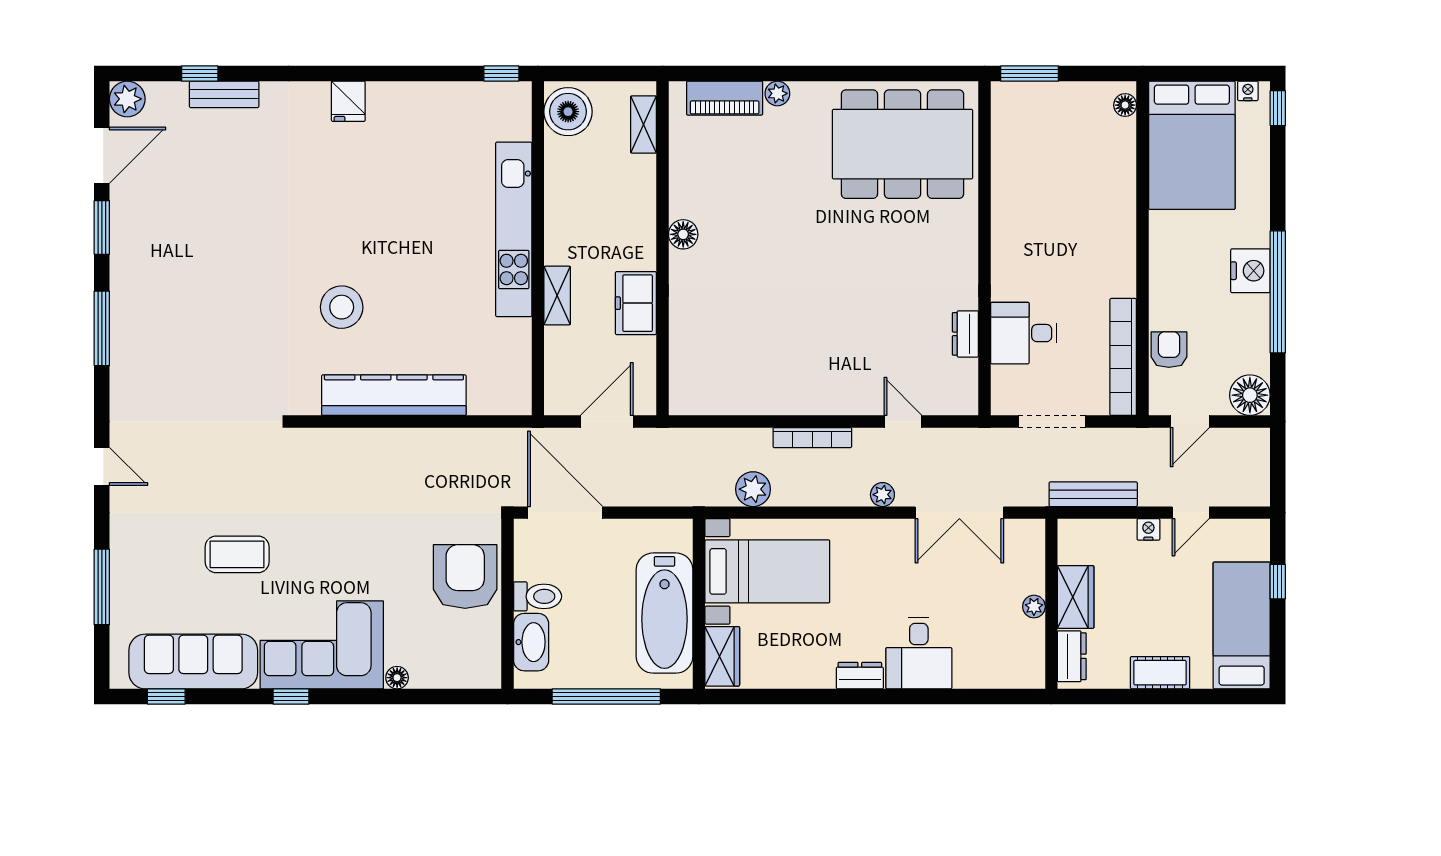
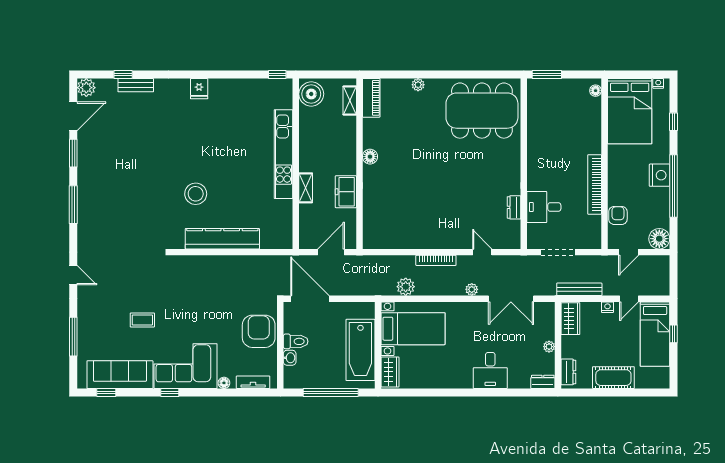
piano: (725, 98) -> (371, 98), moved, turned -90
window: (1278, 108) -> (673, 122), moved
bookcase: (1123, 357) -> (595, 184), moved
coffee table: (237, 554) -> (142, 320), width x0.73, depth x0.77
wardrobe: (1076, 597) -> (570, 319), moved
bed: (1242, 625) -> (655, 334), moved, turned 180
washbasin: (531, 642) -> (290, 358), width x0.52, depth x0.69
cot: (1160, 673) -> (613, 378), width x1.37, depth x1.34
tv unit: (454, 676) -> (253, 382), added
dresser: (860, 676) -> (543, 382), moved

